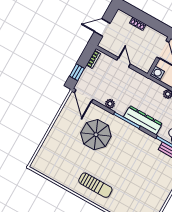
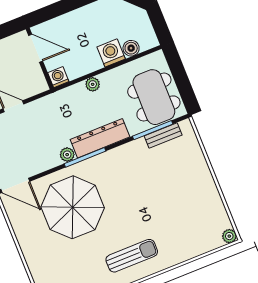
plant: (110, 104) -> (67, 155), moved
parasol: (96, 135) -> (73, 207), width x1.36, depth x1.36

